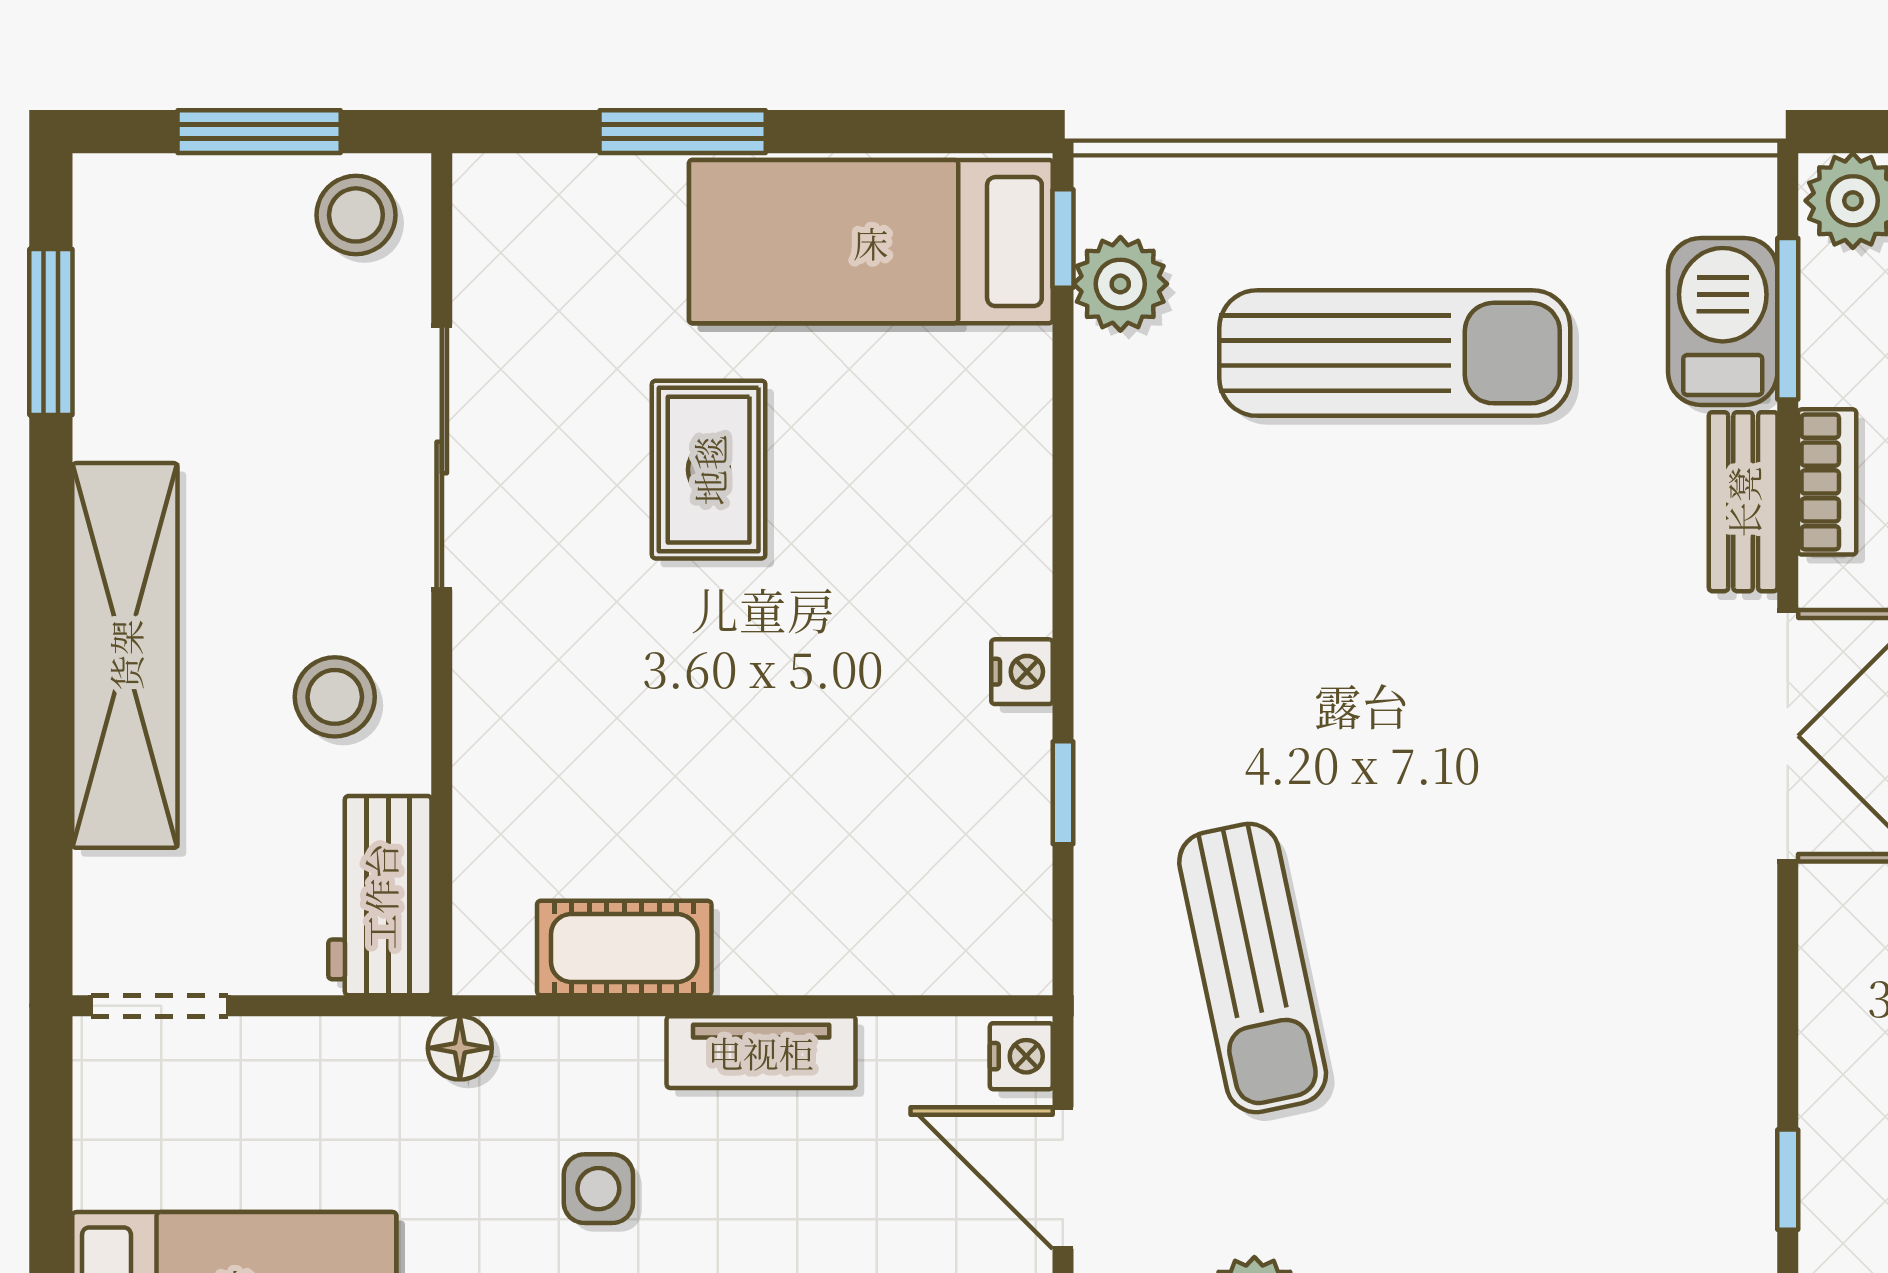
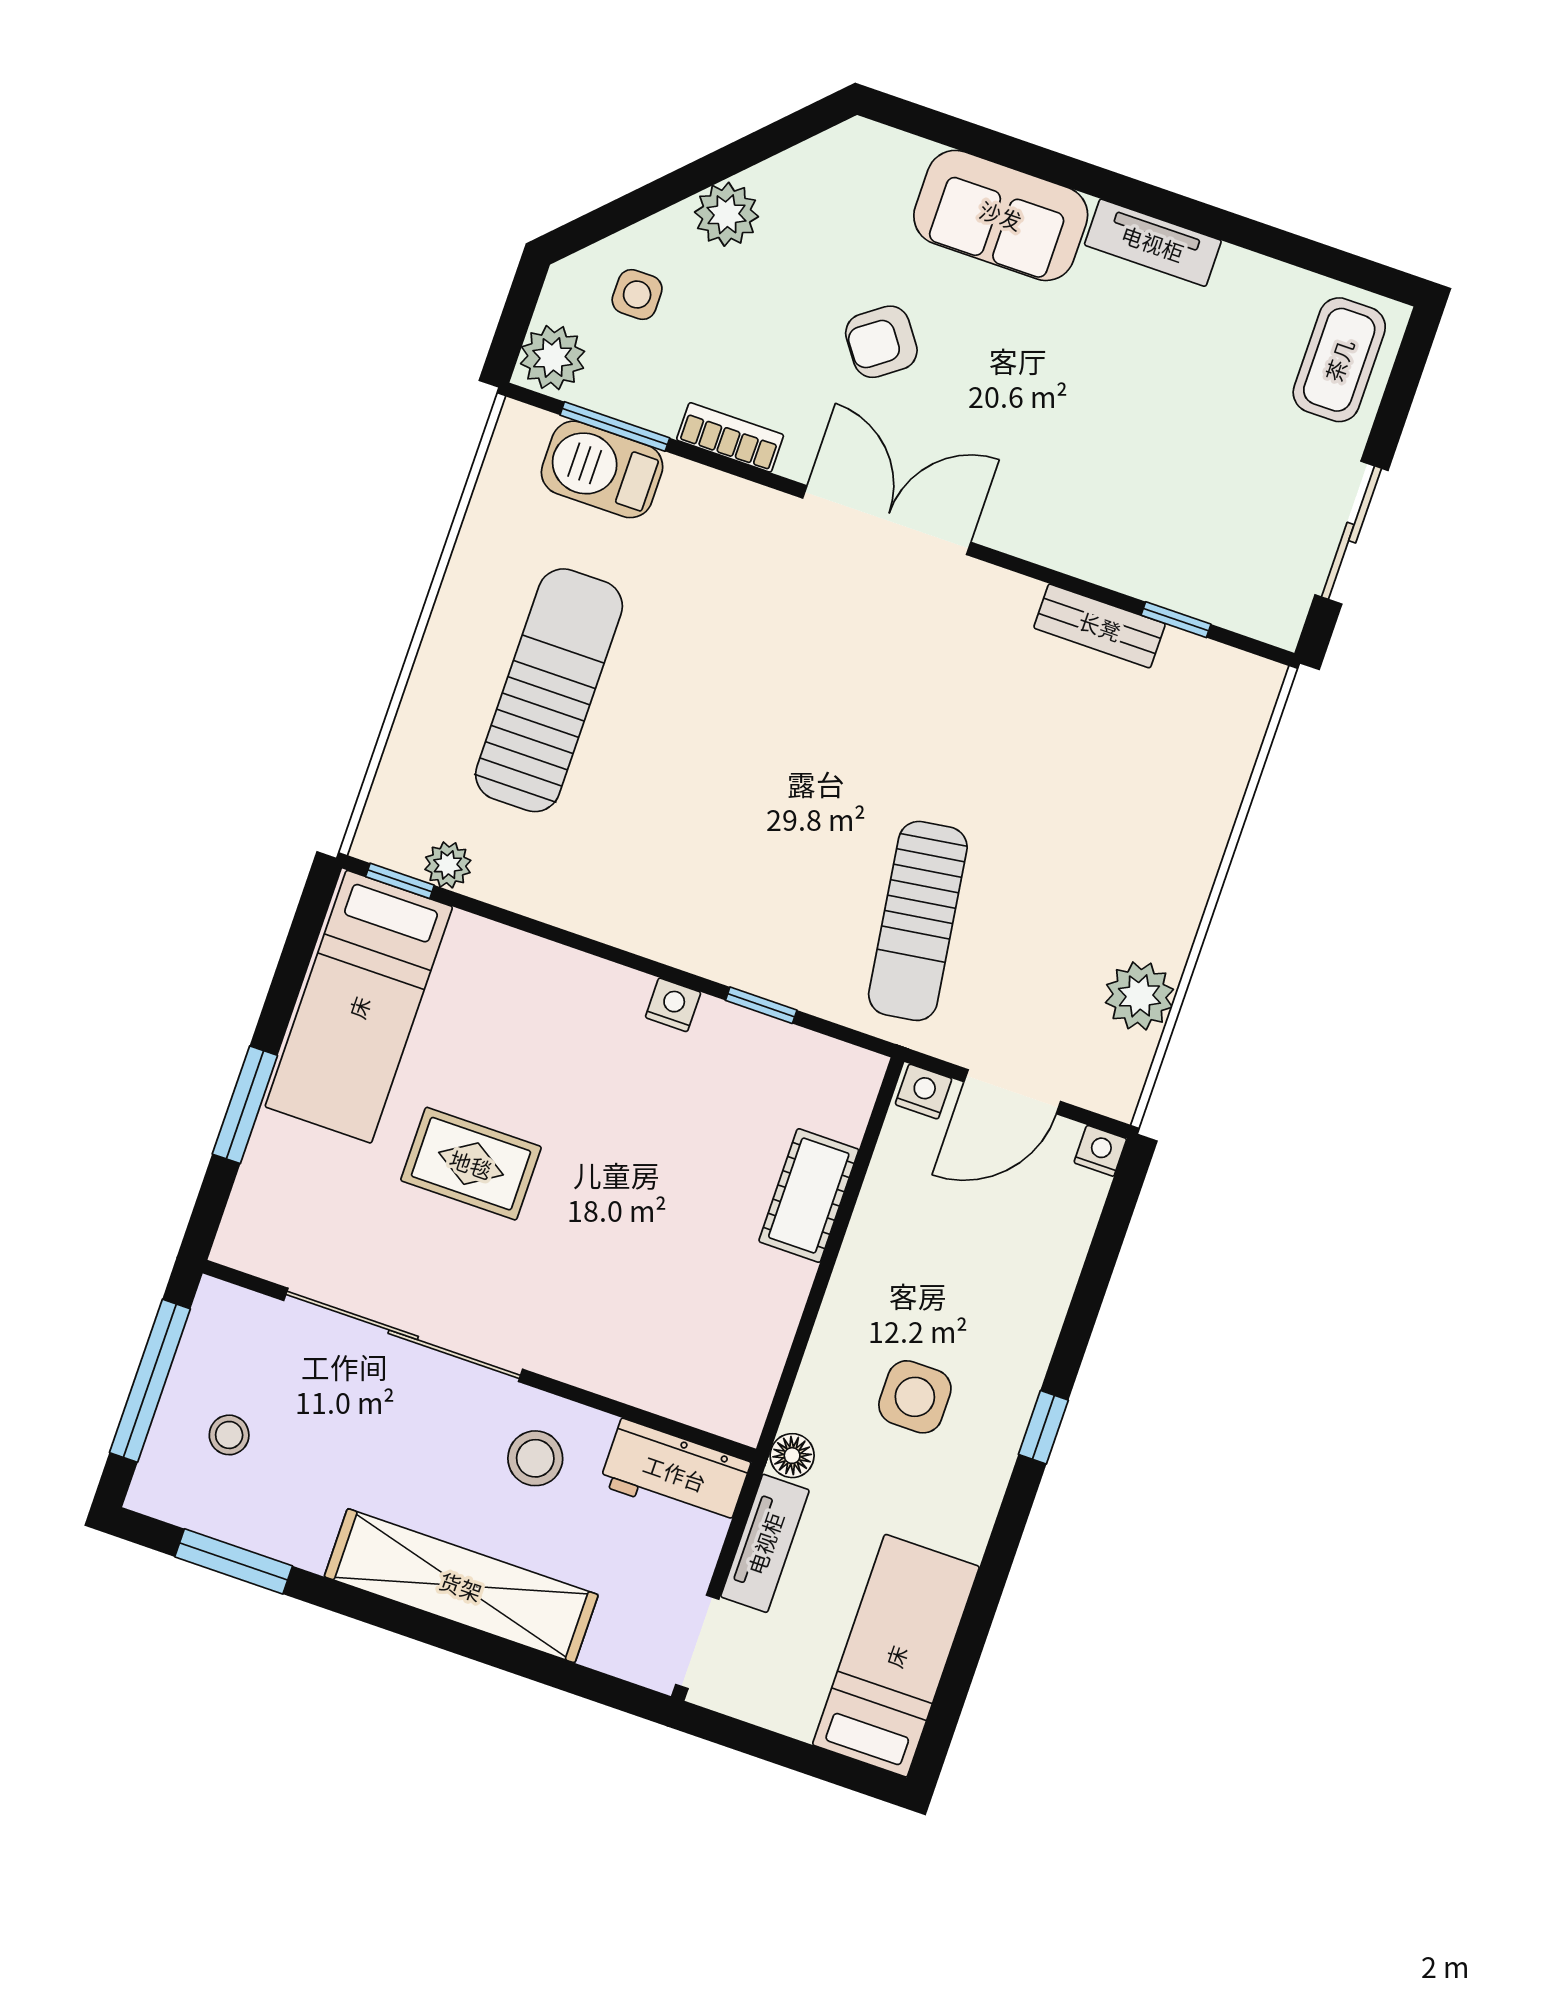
window: (259, 132) -> (150, 1381), width x1.44
stool: (356, 215) -> (229, 1435), moved, width x0.73, depth x0.73
plant: (1120, 284) -> (448, 865), width x0.73, depth x0.73
sliding door: (442, 457) -> (403, 1335), width x1.36
bench: (1743, 502) -> (1100, 626), moved
cot: (624, 948) -> (809, 1195), moved
sun lounger: (1253, 968) -> (918, 921), turned 94
tv unit: (761, 1052) -> (765, 1543), moved
side table: (598, 1189) -> (915, 1397), width x1.37, depth x1.37

